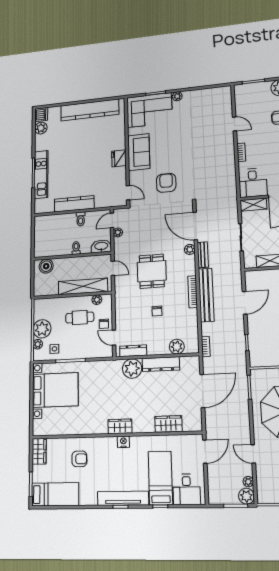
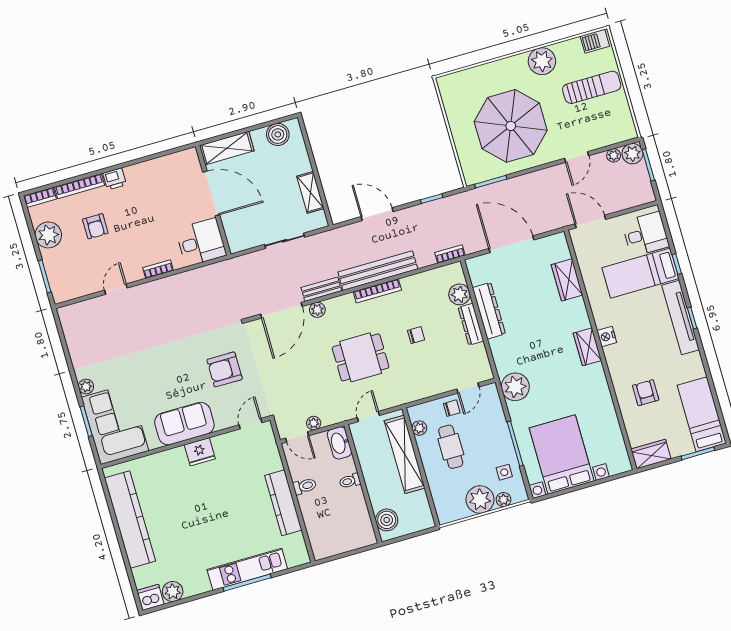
shelving: (253, 205) -> (234, 234), removed
dresser: (133, 351) -> (471, 324), moved
plant: (132, 369) -> (515, 387), moved

